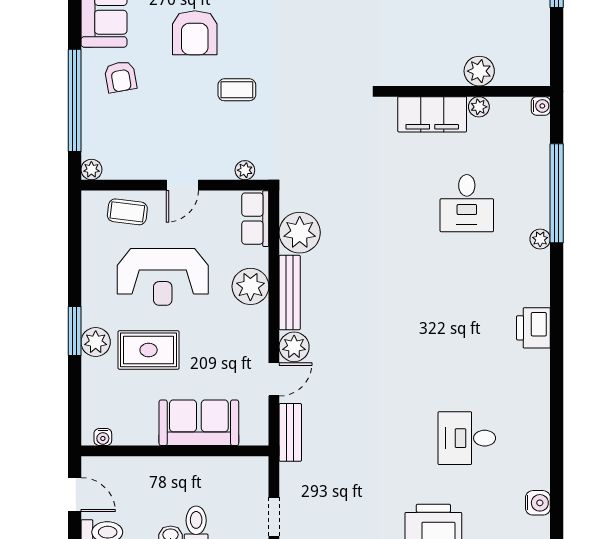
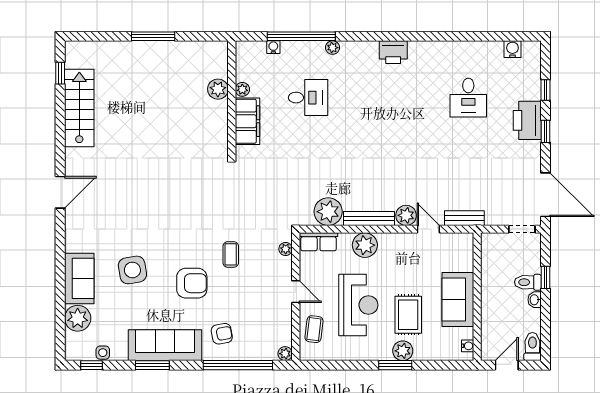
water cooler: (541, 106) -> (273, 47), moved
sofa: (199, 423) -> (458, 299), moved

